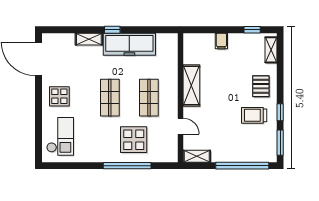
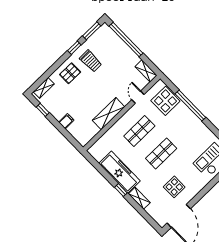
display table: (59, 96) -> (174, 187), moved
display table: (134, 140) -> (165, 101), moved

